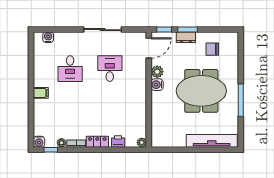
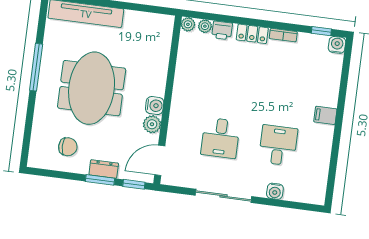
water cooler: (48, 37) -> (275, 191), moved
meeting table: (201, 91) -> (92, 88), turned 90
plant: (61, 143) -> (205, 26), moved

